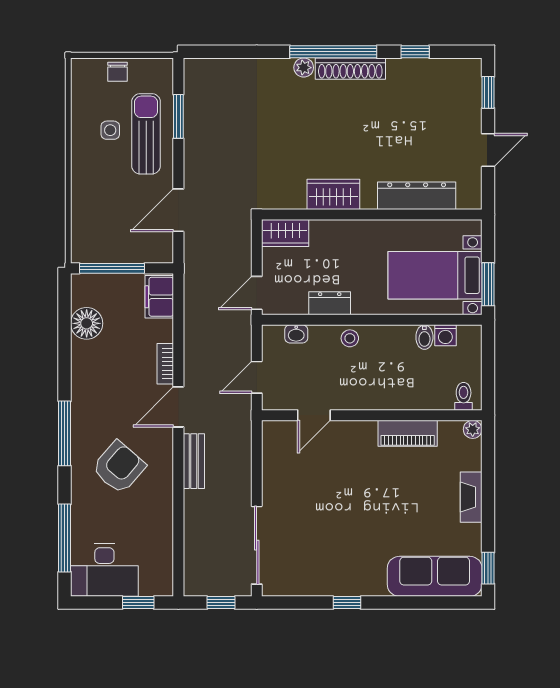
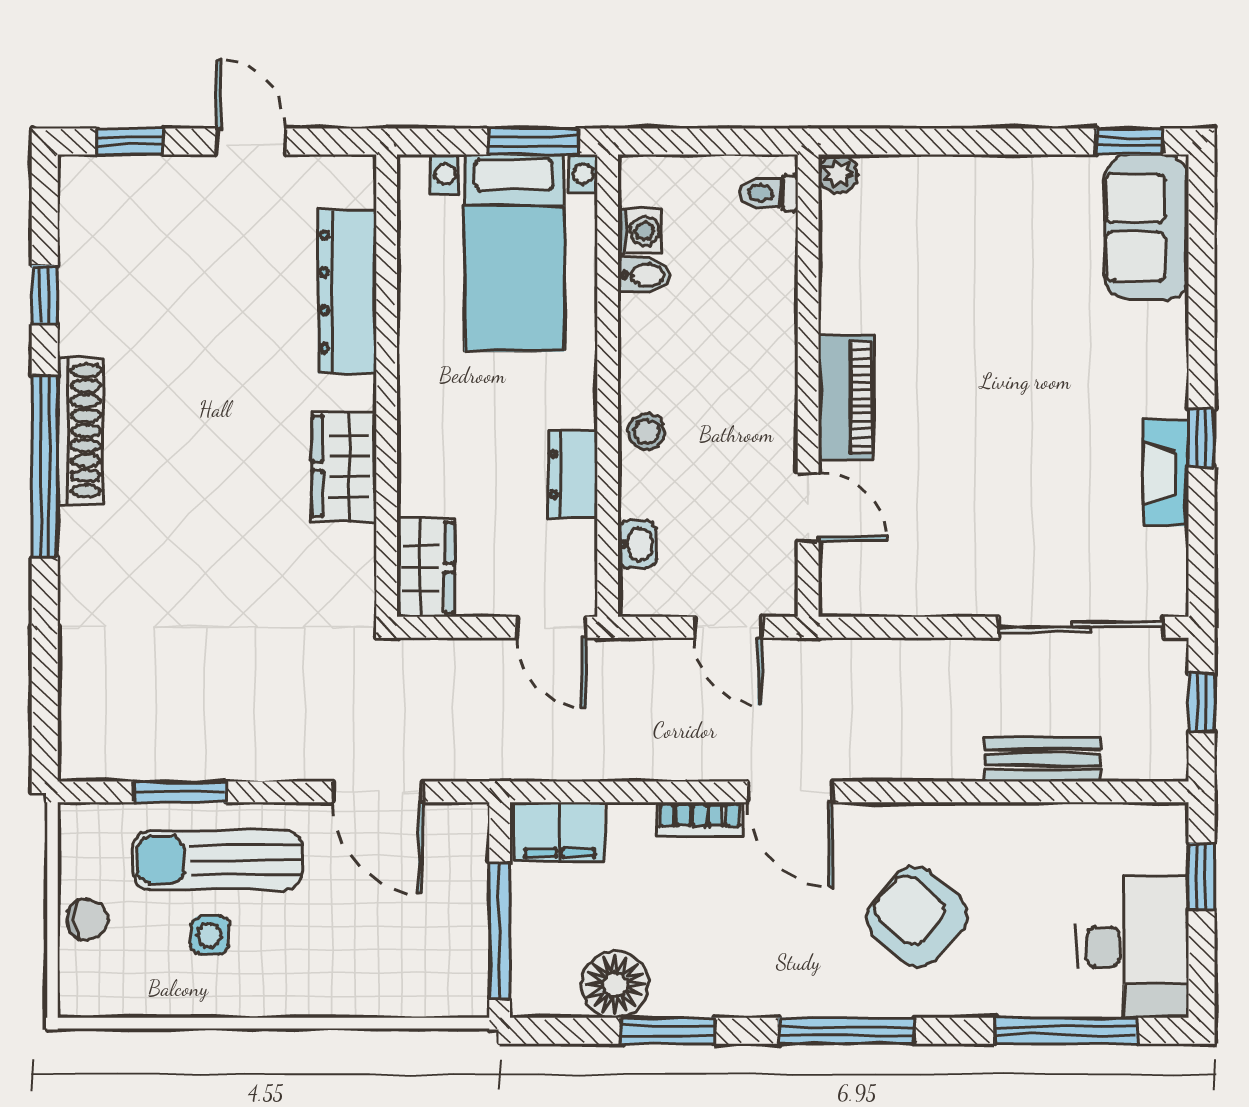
plant: (304, 68) -> (78, 529), removed
window: (65, 349) -> (668, 1031), added
piano: (408, 433) -> (846, 398), moved
bench: (194, 461) -> (1043, 759), moved
fireplace: (471, 497) -> (1166, 473), moved, turned 90
sofa: (435, 576) -> (1146, 227), width x0.73

